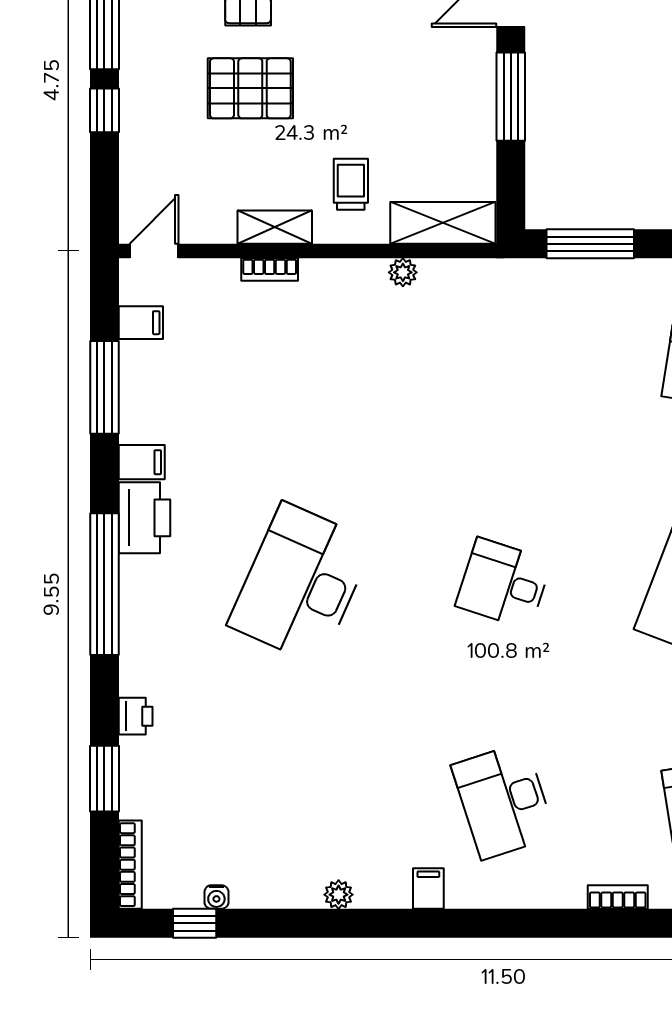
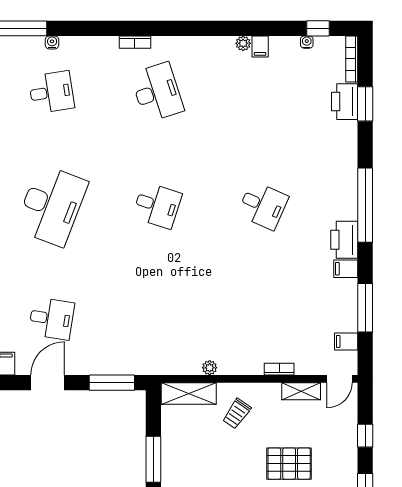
window: (104, 110) -> (365, 436), moved
trolley: (351, 184) -> (237, 414), turned 35
shelving: (275, 227) -> (301, 391), moved
desk: (301, 584) -> (263, 205), width x0.53, depth x0.77
printer: (136, 716) -> (345, 102), moved, width x1.87, depth x1.48
filing cabinet: (428, 889) -> (260, 46), moved
bookcase: (618, 897) -> (135, 42), moved

